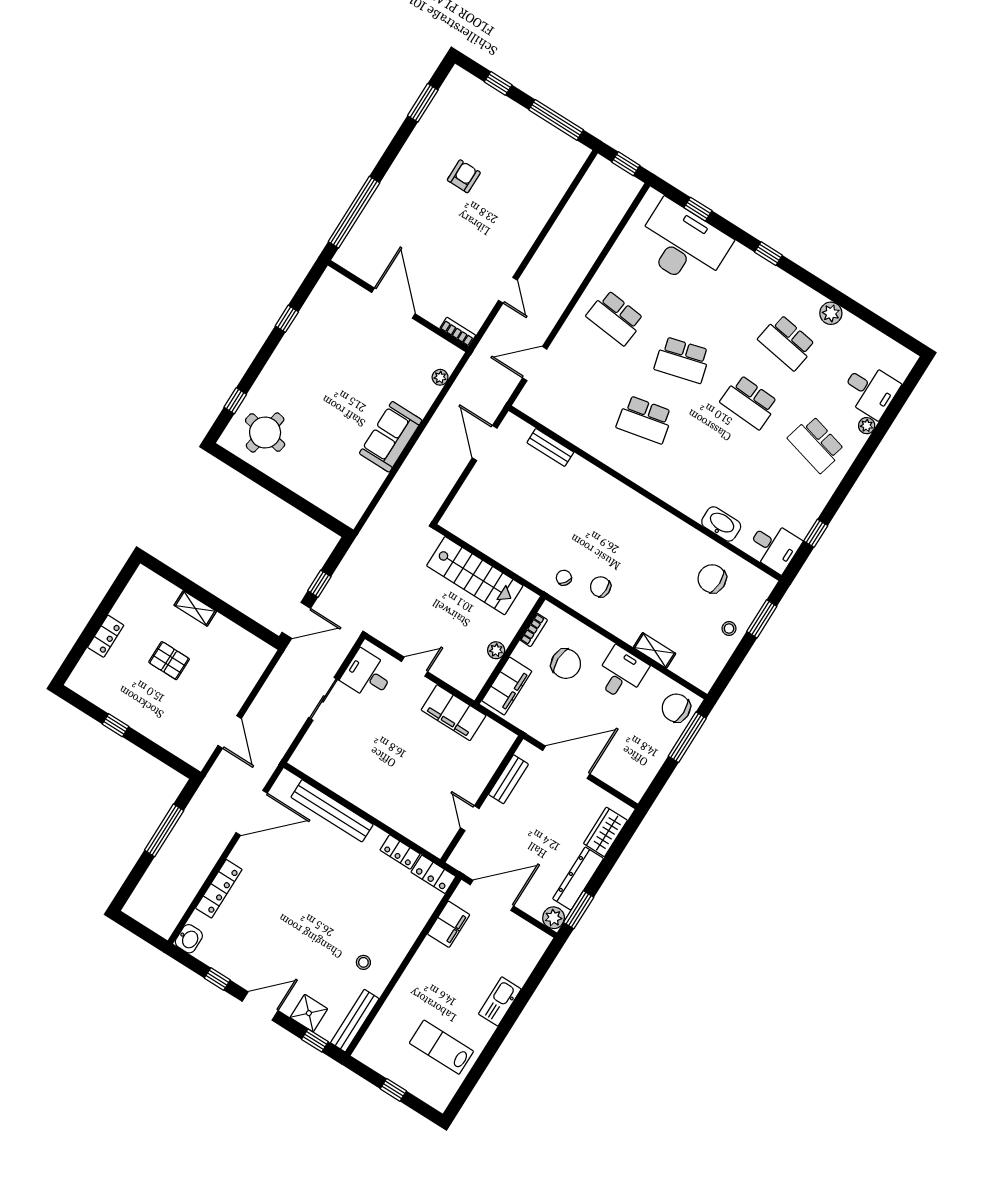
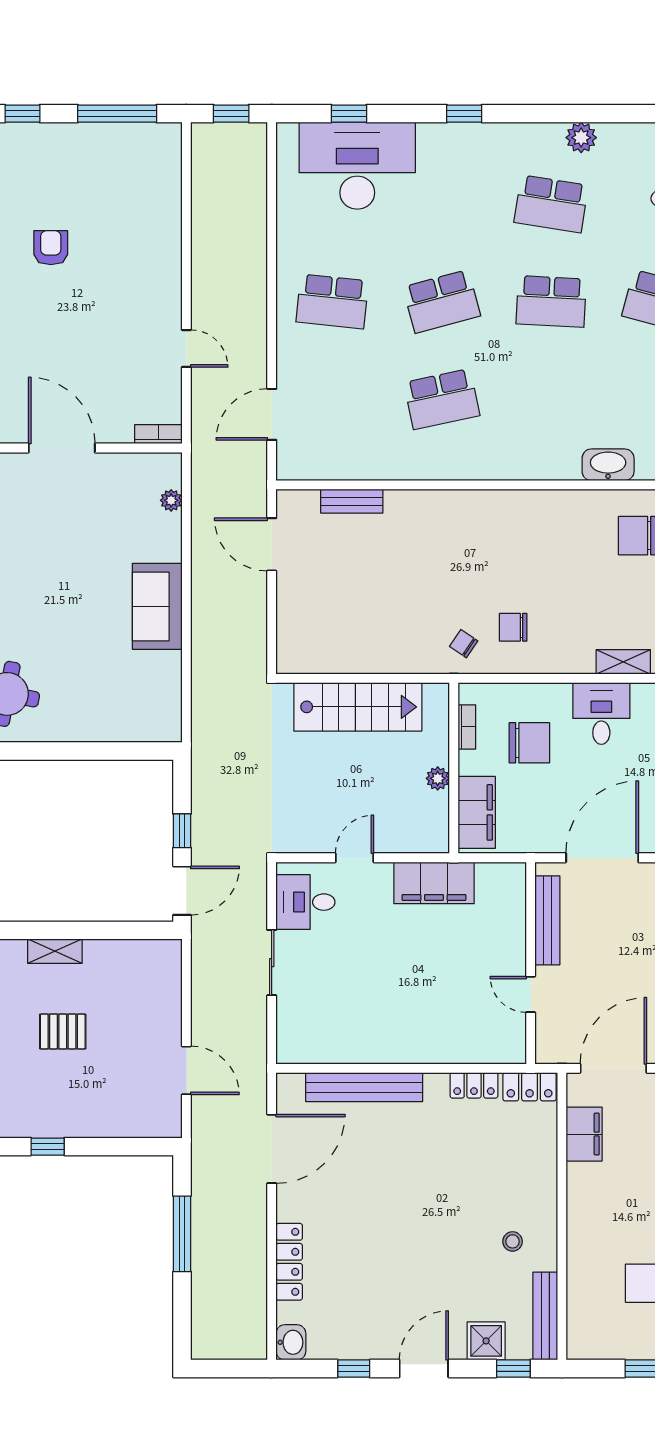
bench: (508, 779) -> (547, 920), width x1.36

